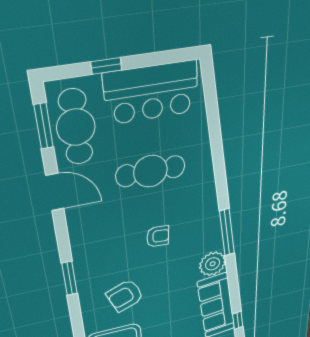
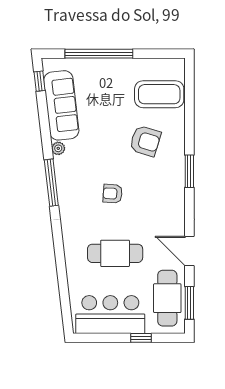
plant: (213, 264) -> (58, 148), width x0.53, depth x0.53
armchair: (125, 296) -> (145, 141), turned 39

